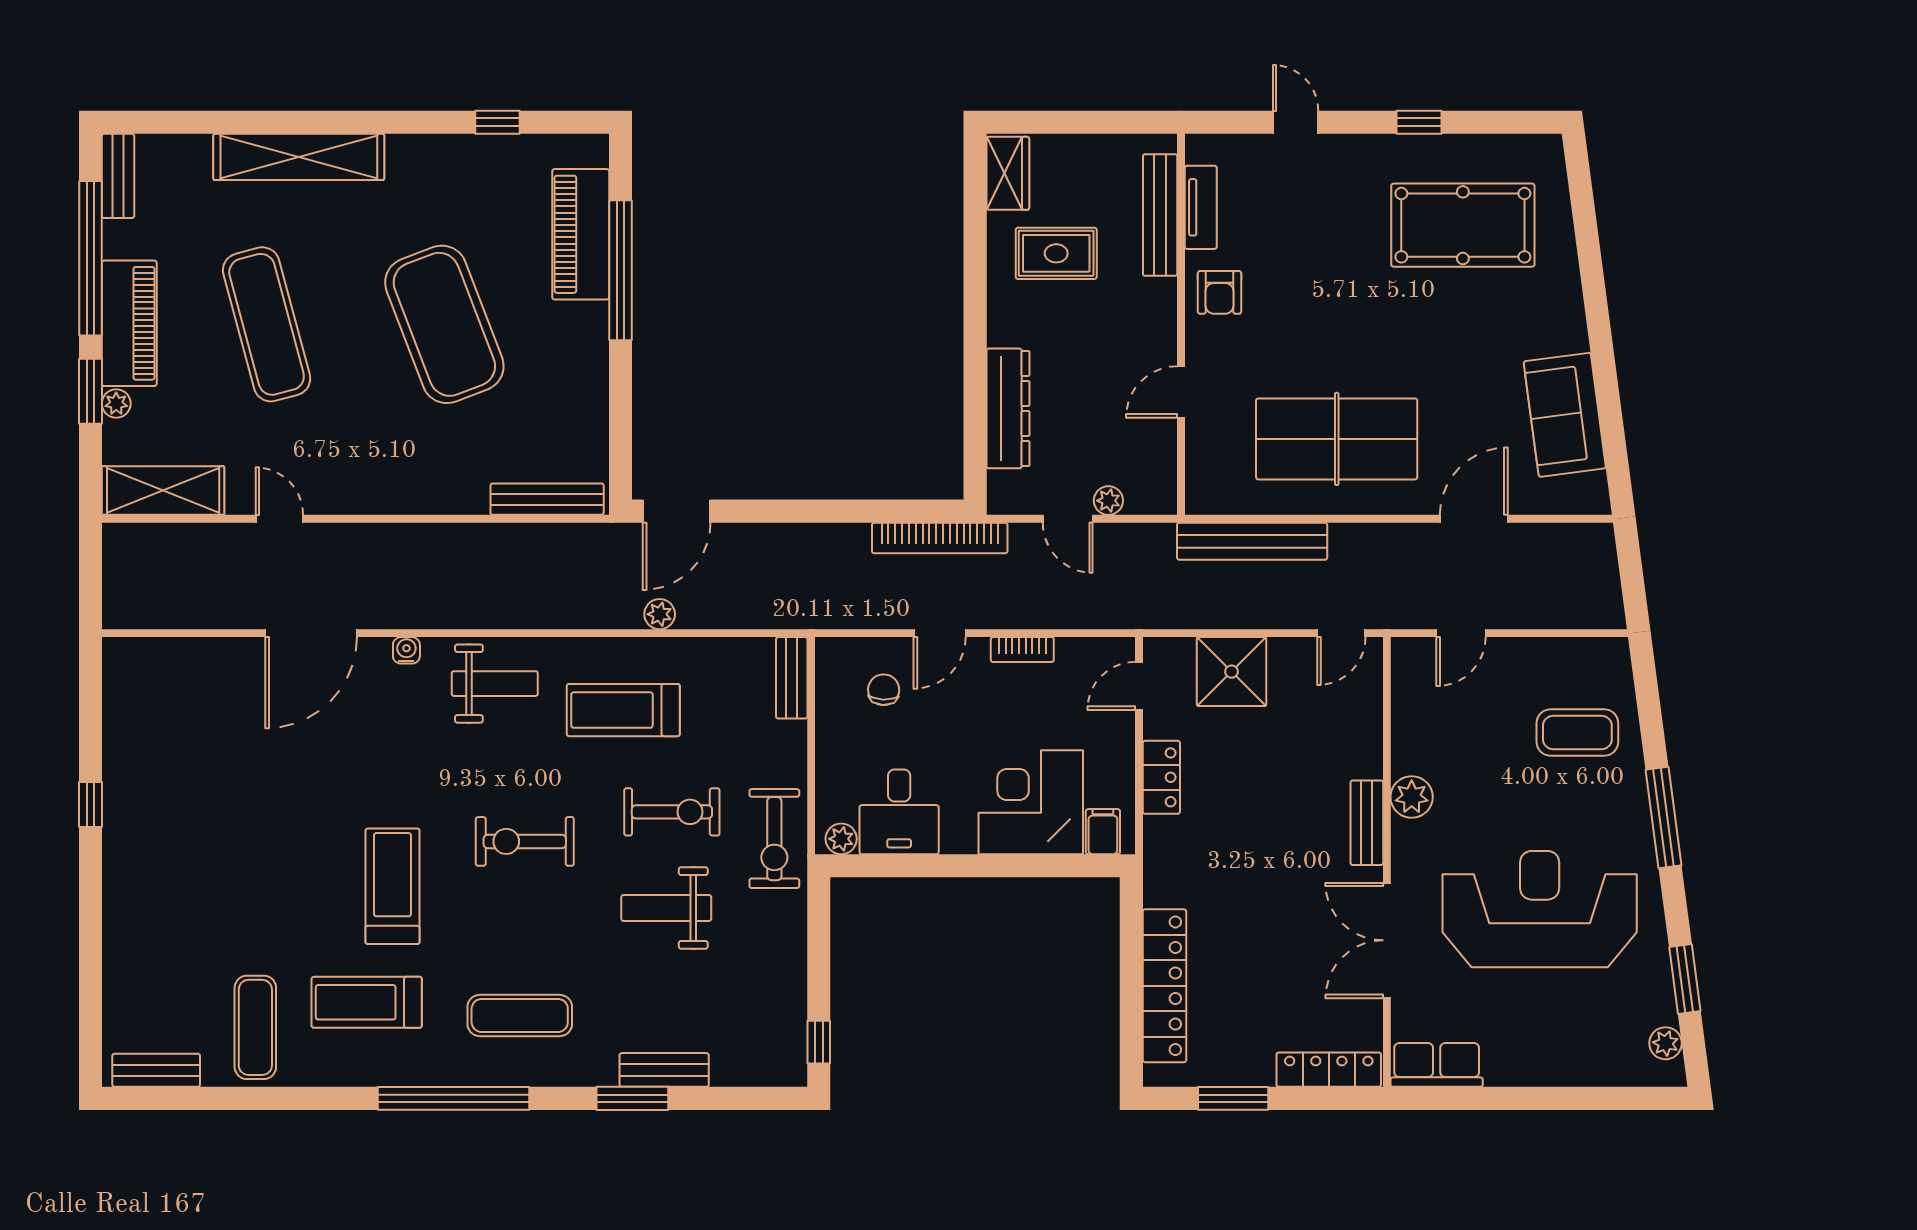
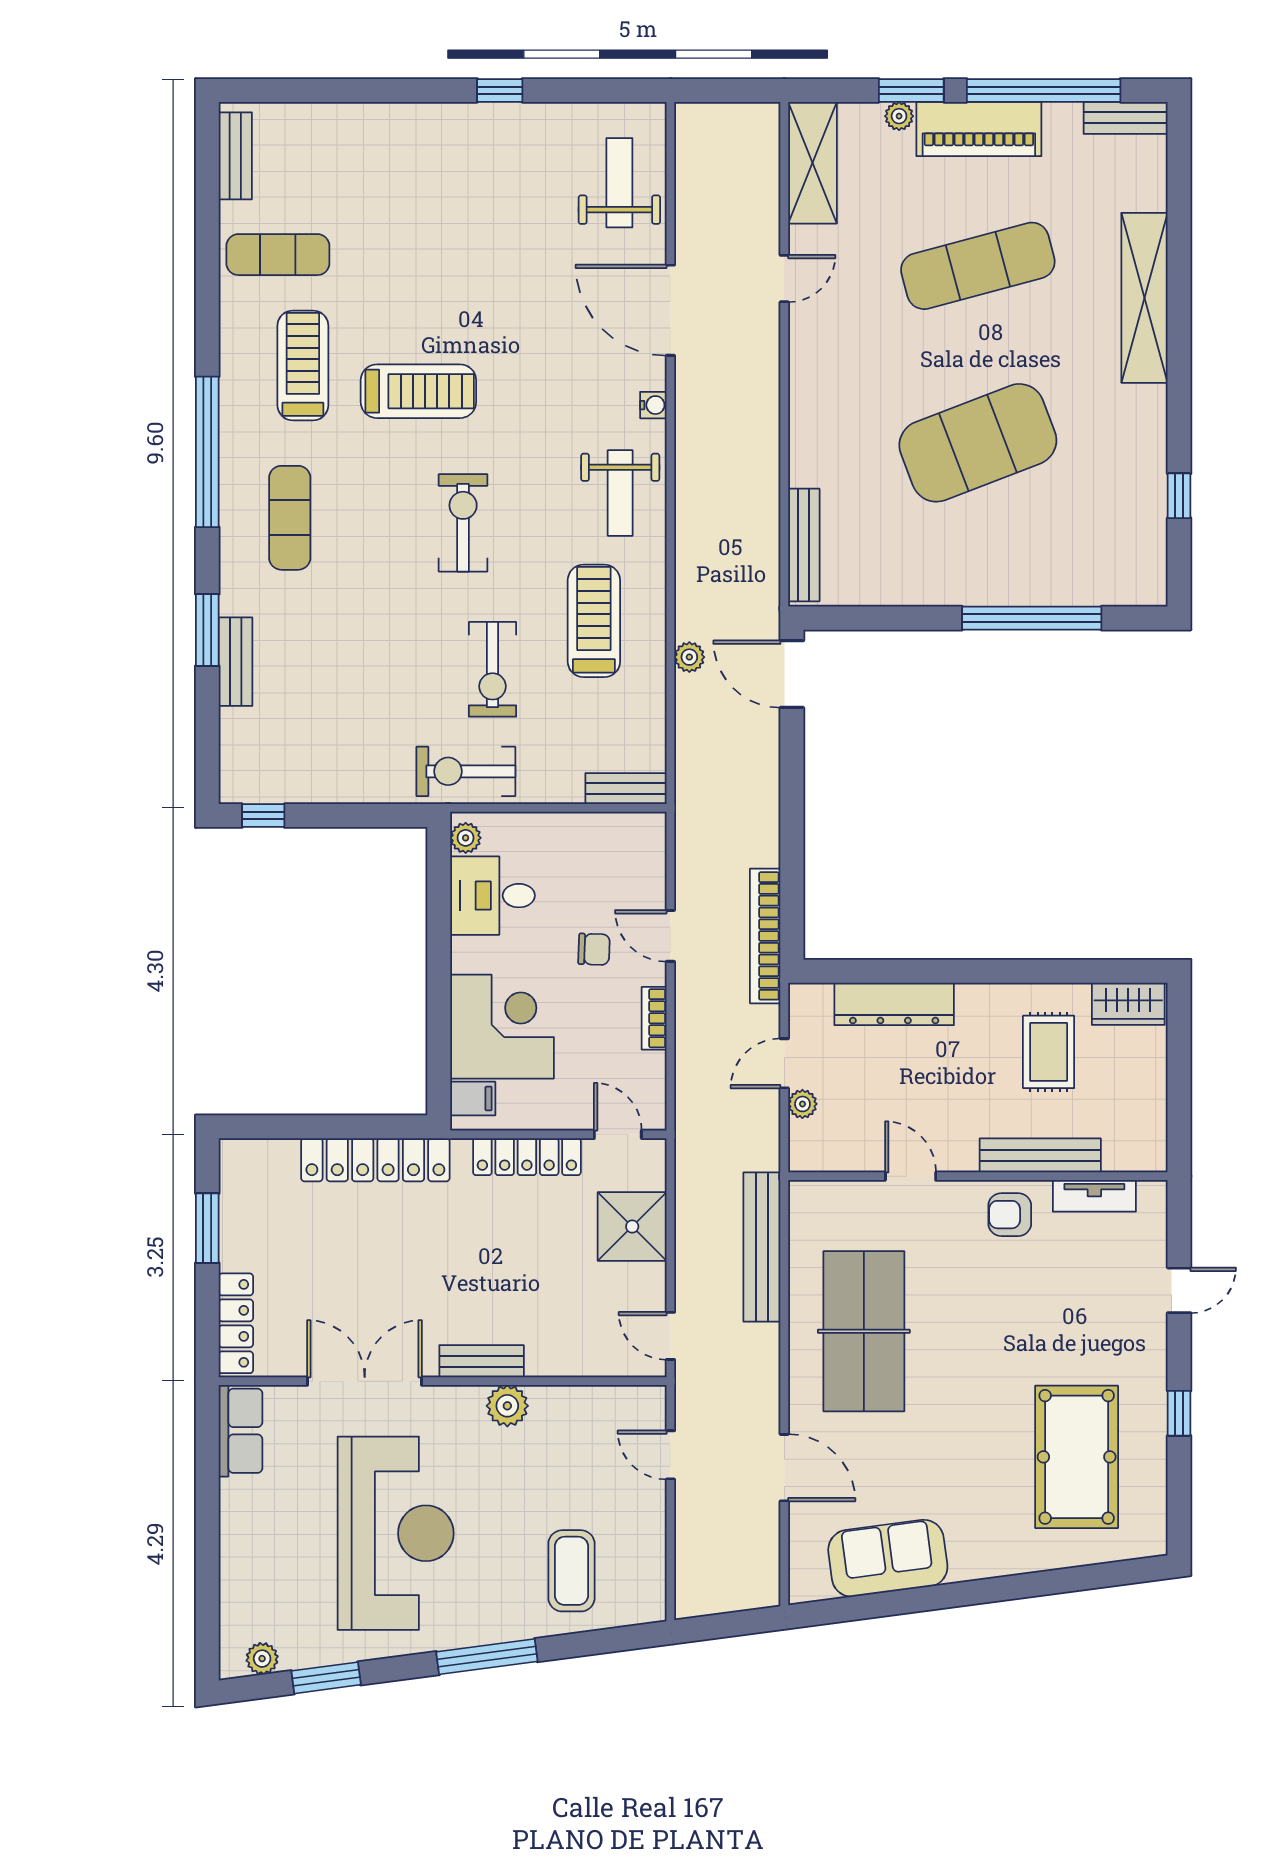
bench: (1160, 215) -> (1040, 1155), moved
piano: (581, 234) -> (1068, 578), removed
chair: (884, 690) -> (594, 949), moved
locker: (1161, 777) -> (527, 1157), width x1.53
weight bench: (666, 908) -> (619, 183), moved
locker: (1164, 986) -> (375, 1160), moved

